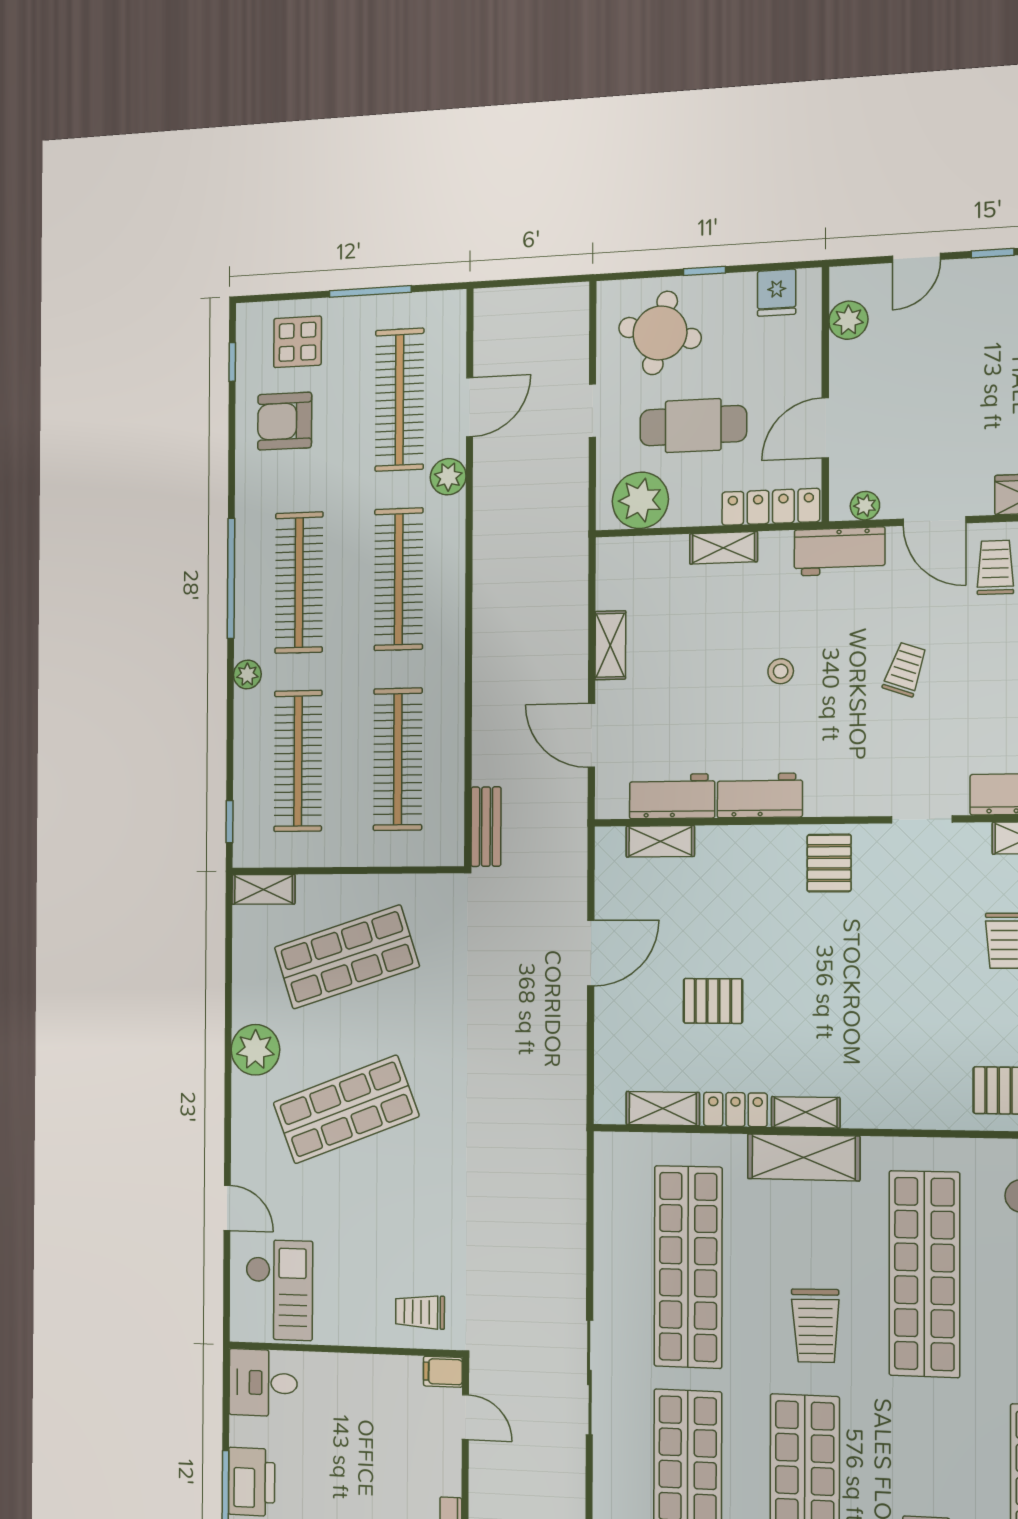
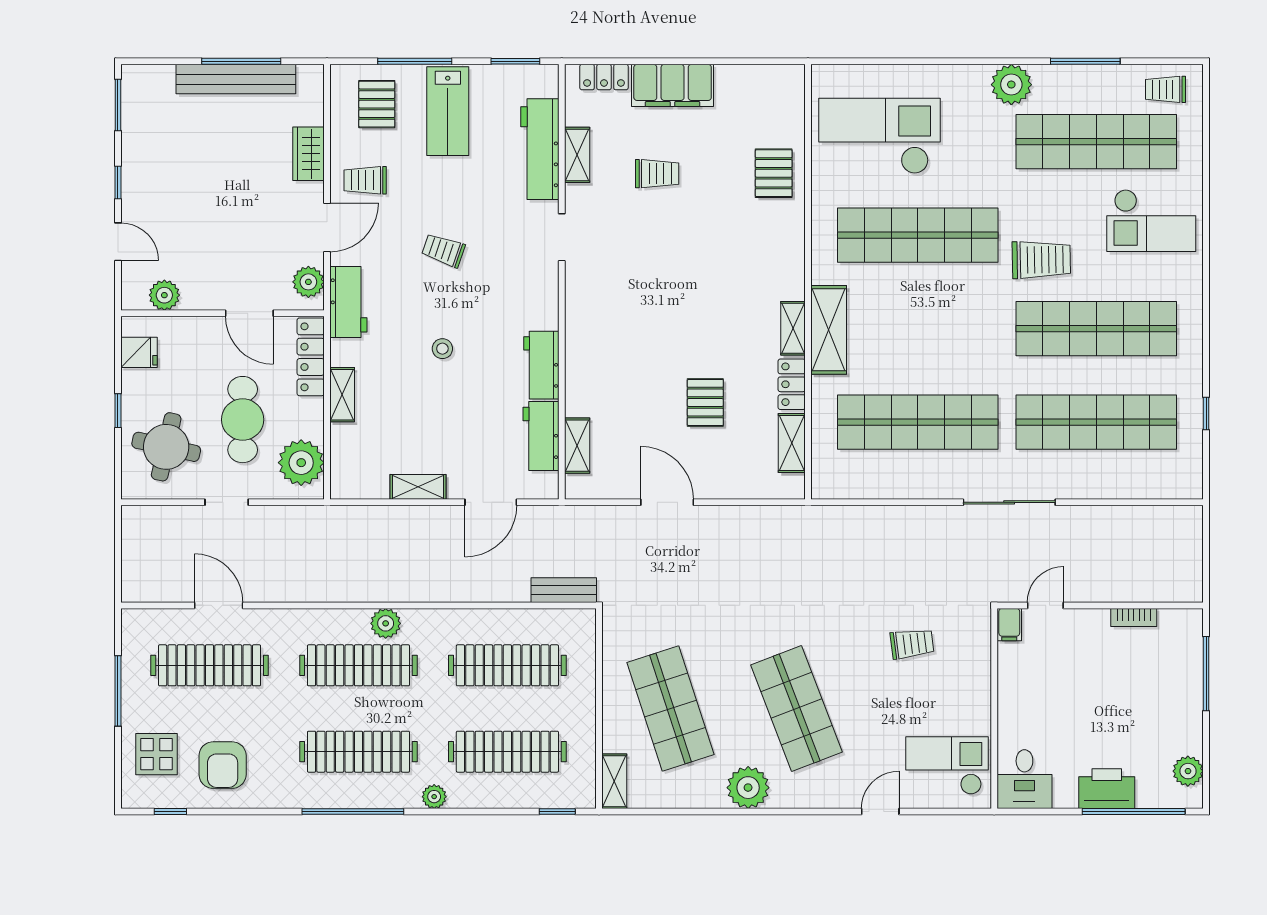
plant: (448, 477) -> (386, 623), moved
plant: (865, 506) -> (308, 282), width x1.38, depth x1.38
pallet: (829, 863) -> (596, 310), removed
trolley: (420, 1312) -> (912, 644), moved, turned -97
trolley: (816, 1326) -> (1041, 260), moved

